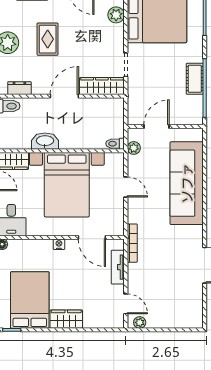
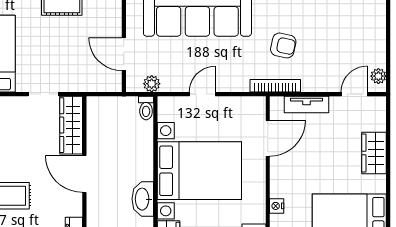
nightstand: (59, 244) -> (277, 206), moved
armchair: (163, 249) -> (283, 45), added
wardrobe: (66, 319) -> (374, 153), moved

